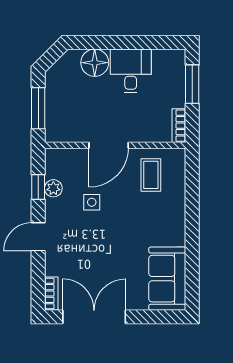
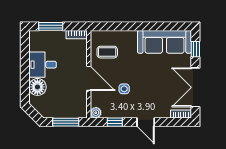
plant: (53, 188) -> (96, 113), moved
sofa: (167, 279) -> (164, 42), width x1.36
window: (156, 317) -> (195, 49), added

